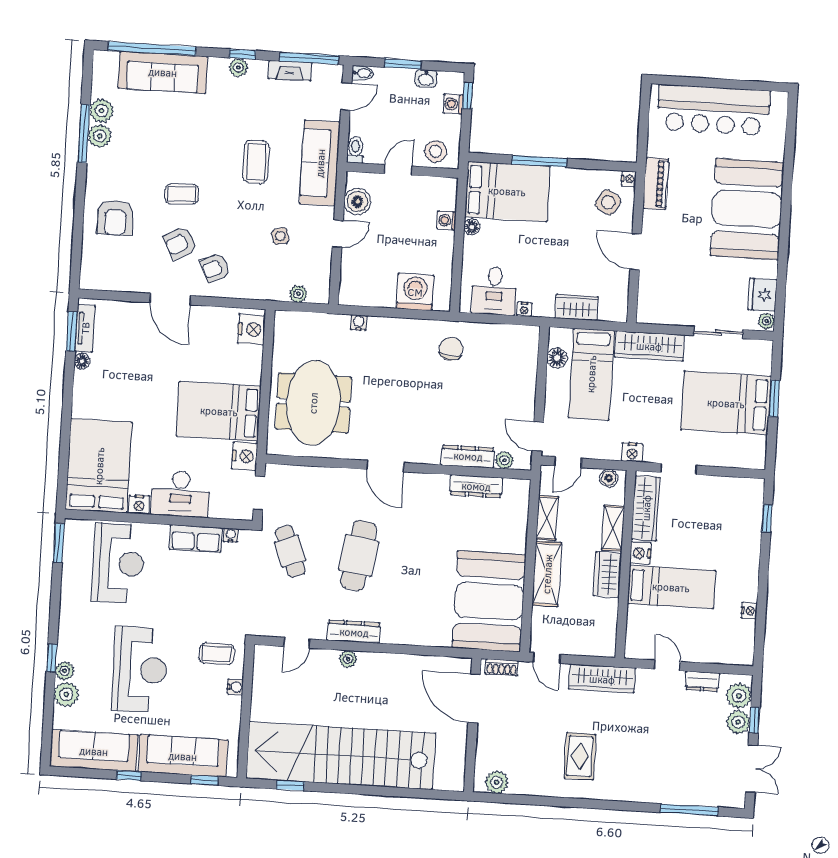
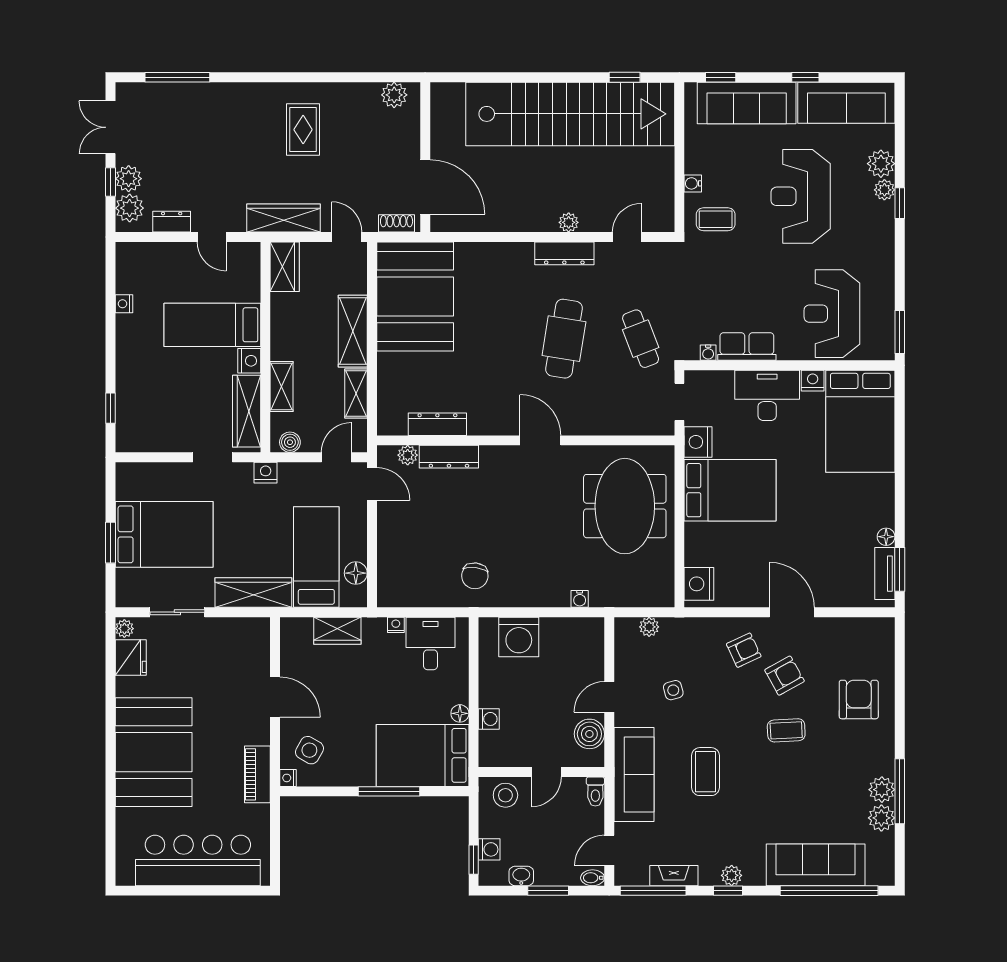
wardrobe: (607, 574) -> (285, 267), moved

